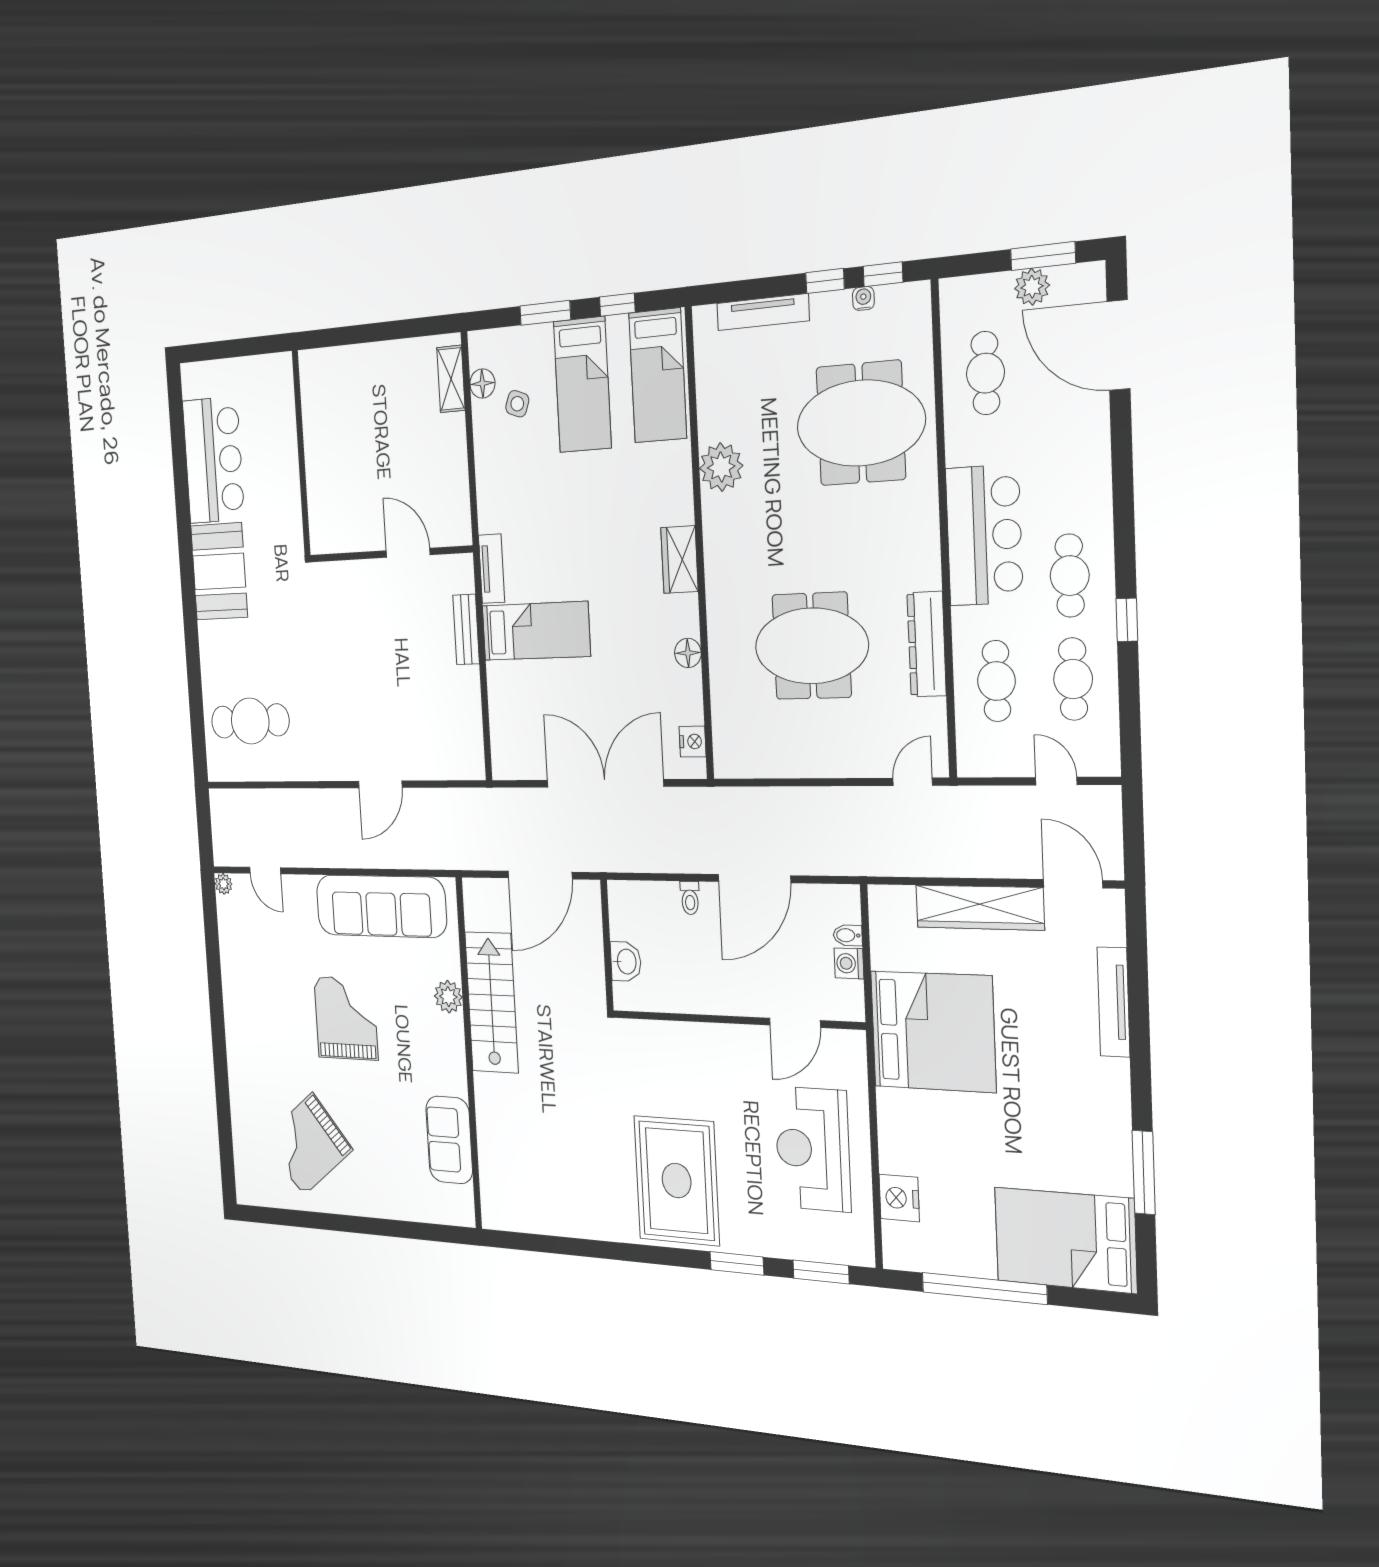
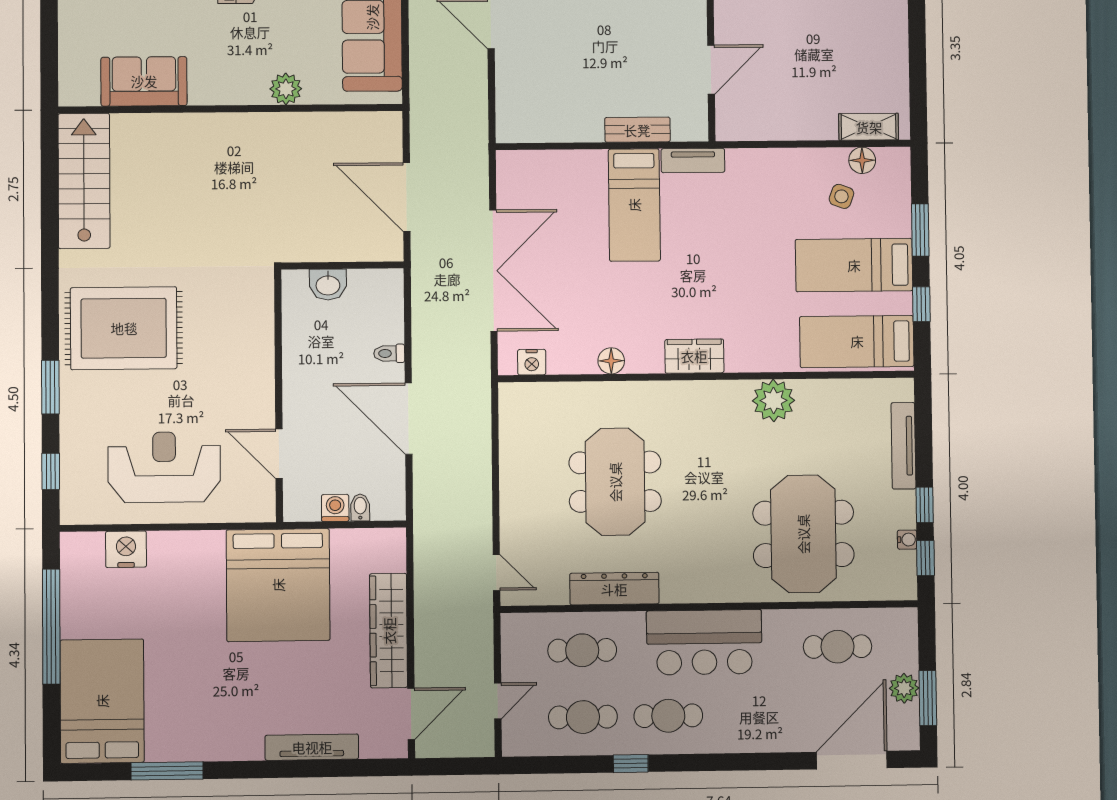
stairs: (492, 1002) -> (84, 181), moved, turned -90
window: (821, 1272) -> (51, 471), width x0.67

